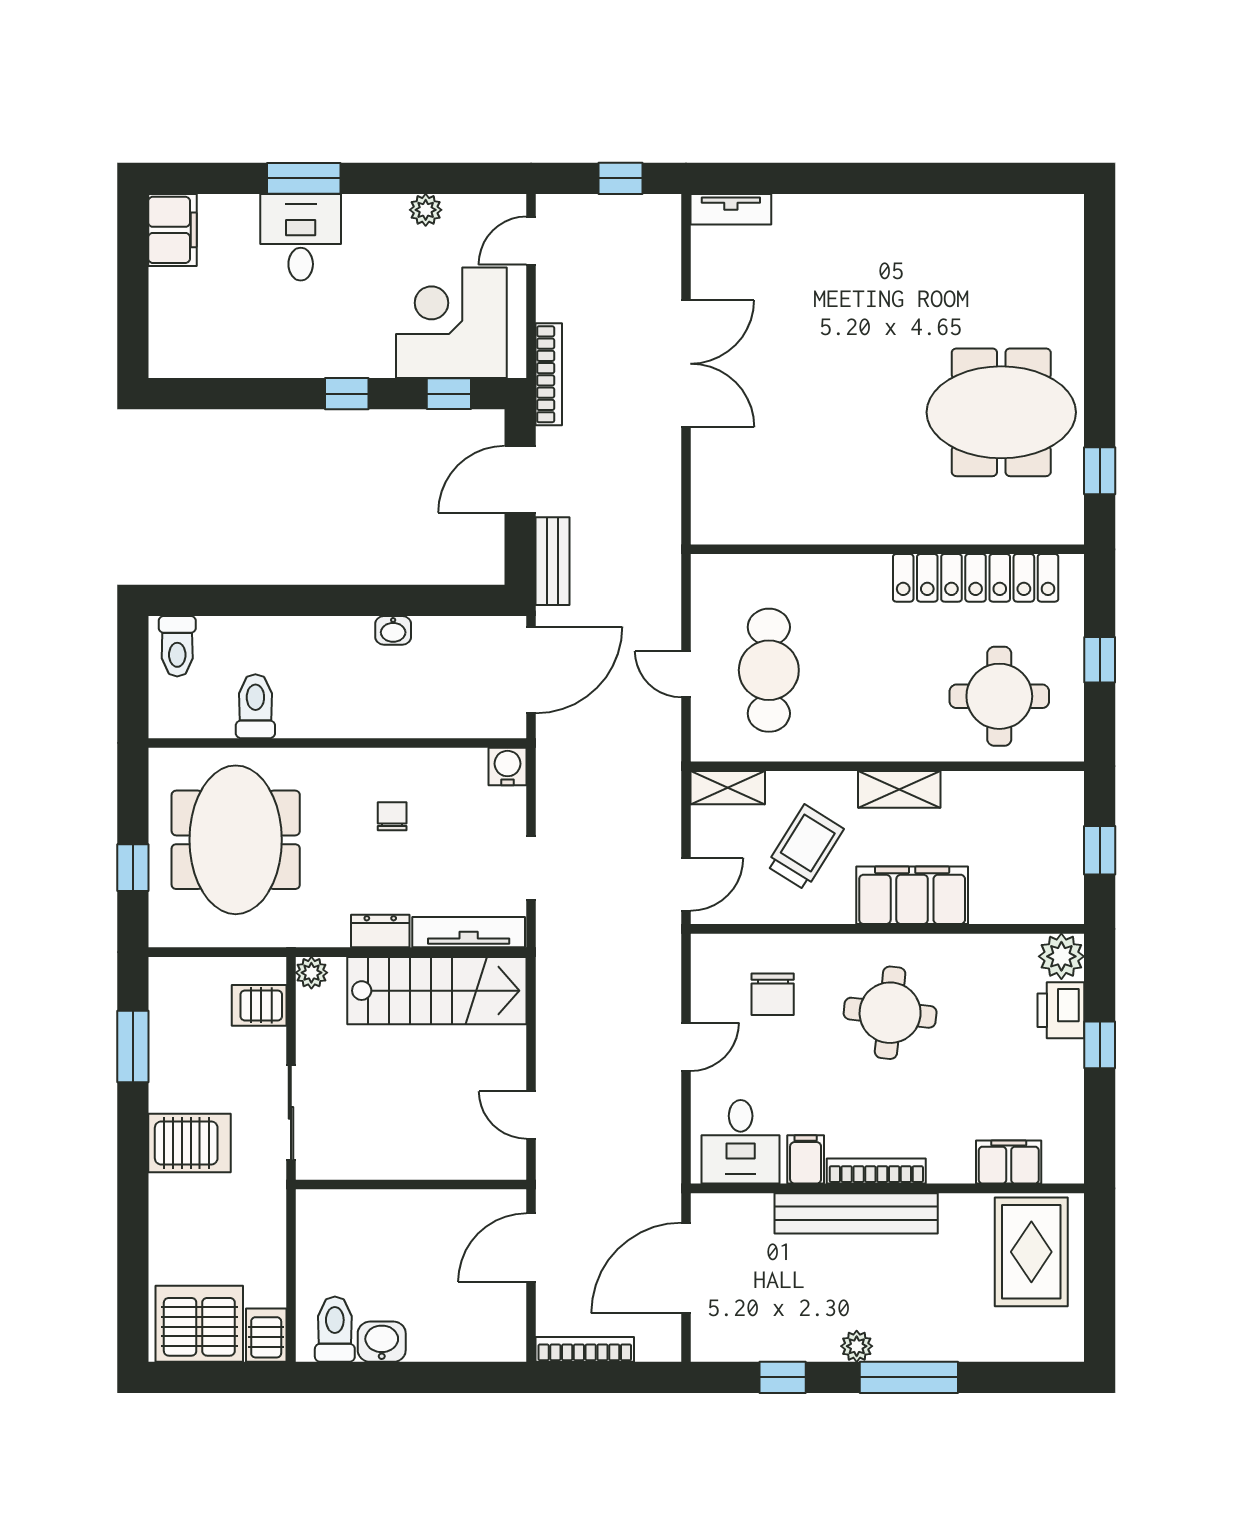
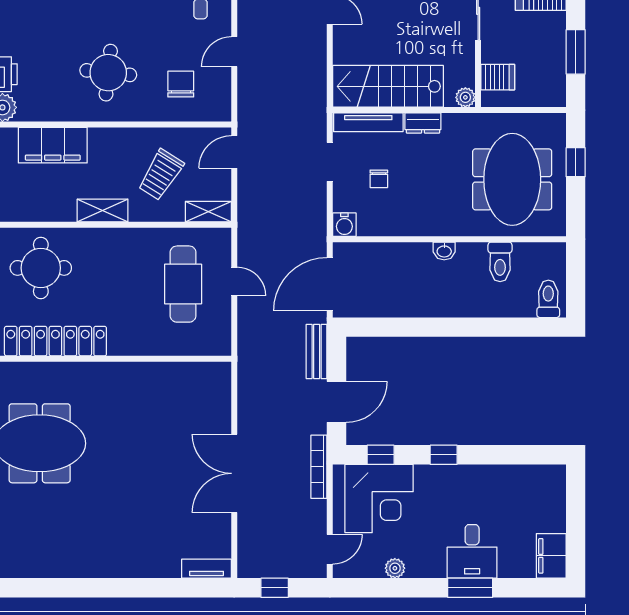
washbasin: (393, 630) -> (444, 251), moved, turned 180
chair: (392, 816) -> (379, 179), moved
filing cabinet: (912, 895) -> (53, 145), moved

